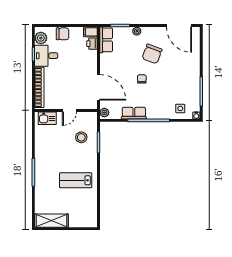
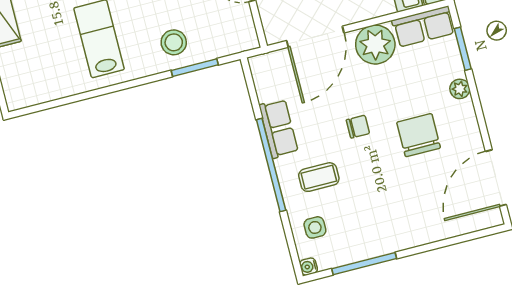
chair: (152, 54) -> (419, 135), turned 70
coffee table: (159, 101) -> (319, 177), added
plant: (104, 113) -> (375, 45), moved, width x1.87, depth x1.87
stool: (81, 137) -> (174, 42), moved

